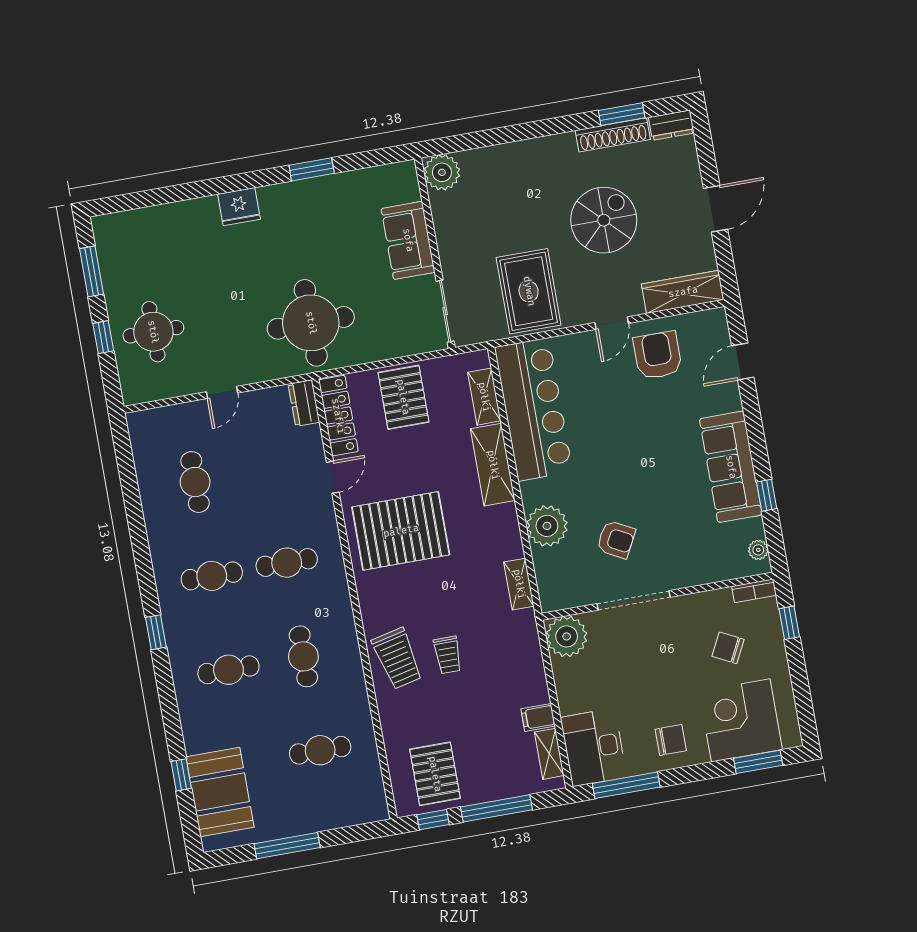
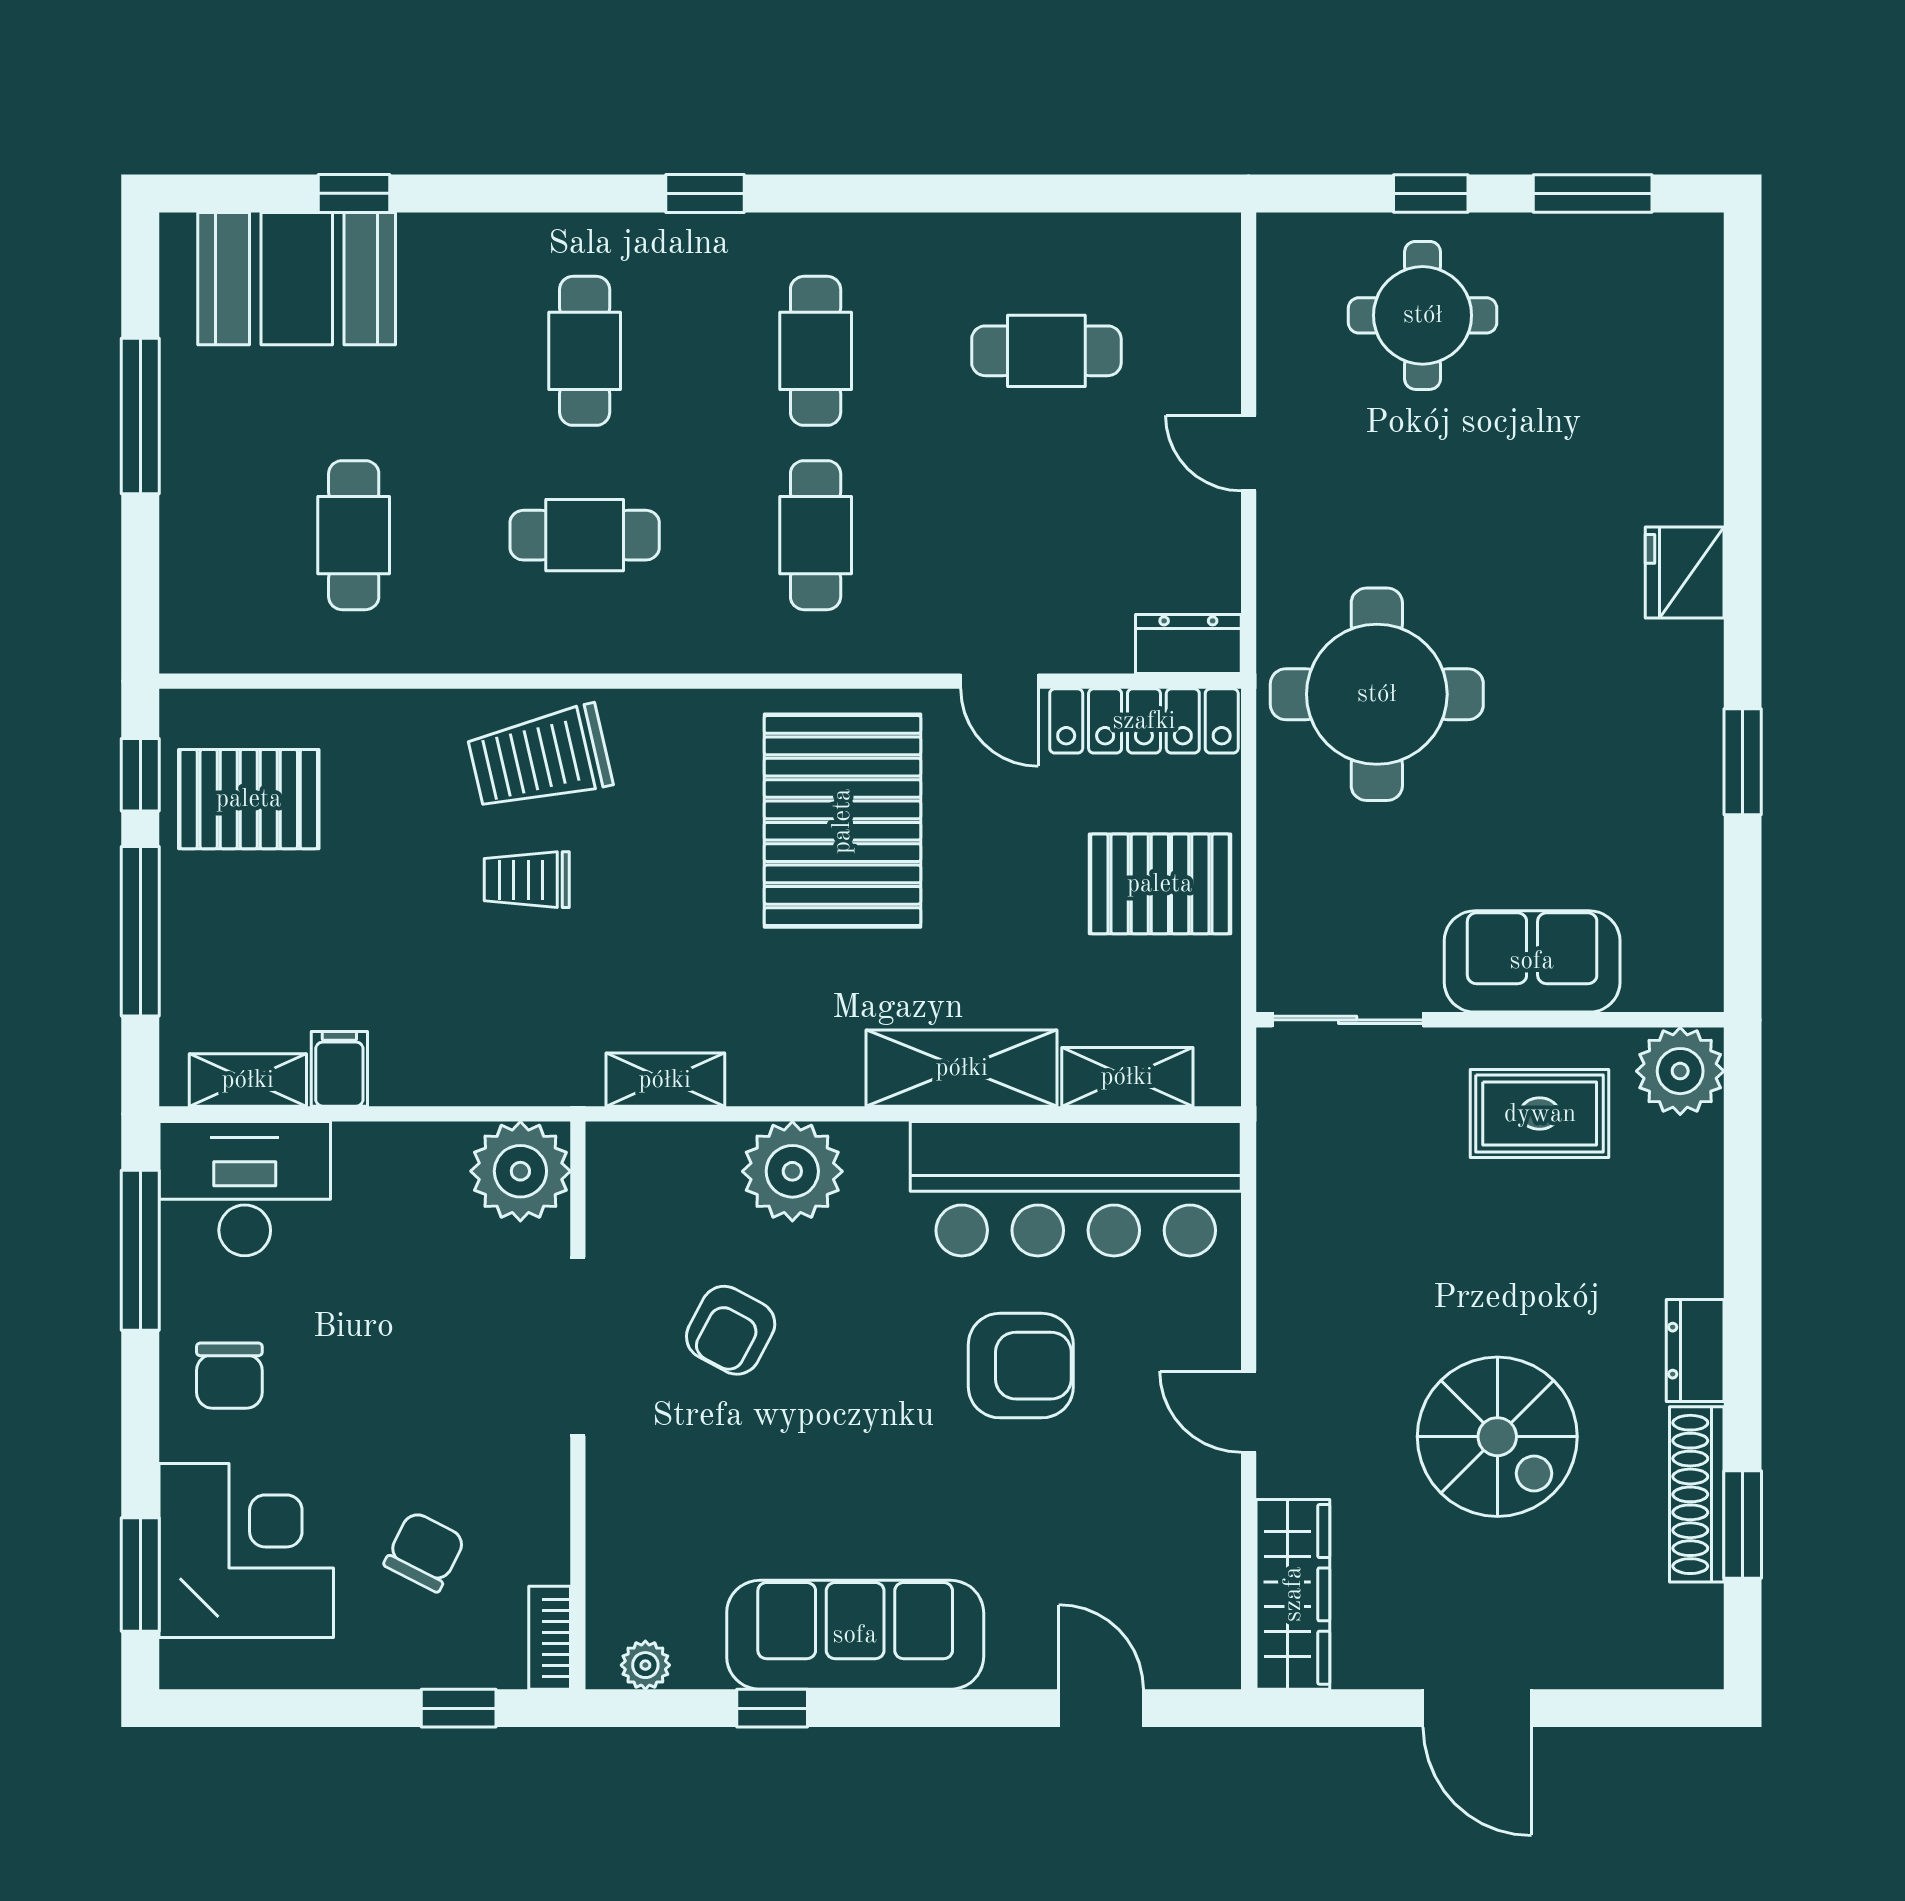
dresser: (671, 125) -> (1695, 1351), moved
rug: (529, 291) -> (1540, 1114), moved, width x0.73, depth x0.70
armchair: (658, 355) -> (1021, 1366), moved

